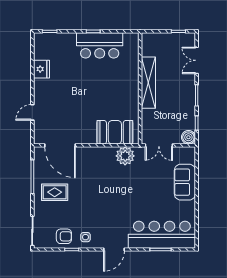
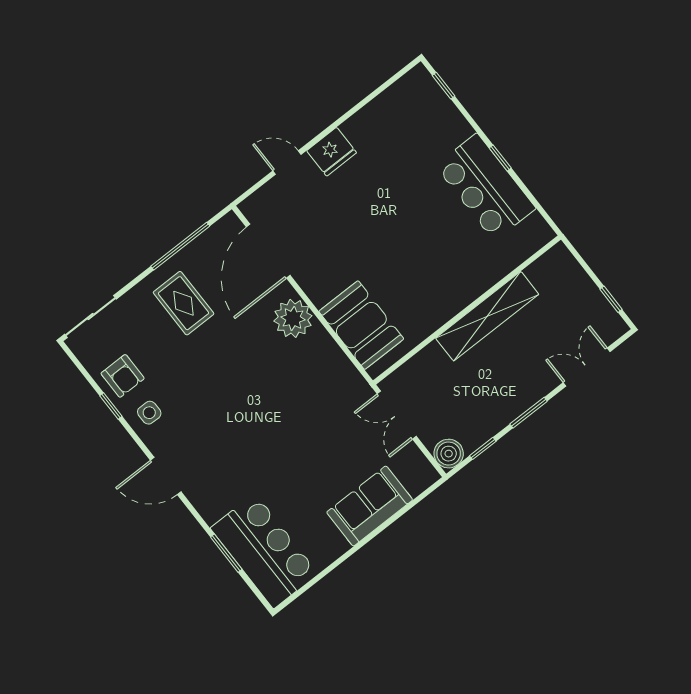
fridge: (41, 69) -> (332, 152), moved
plant: (125, 156) -> (293, 318), moved
bar counter: (162, 235) -> (264, 551), width x0.73

